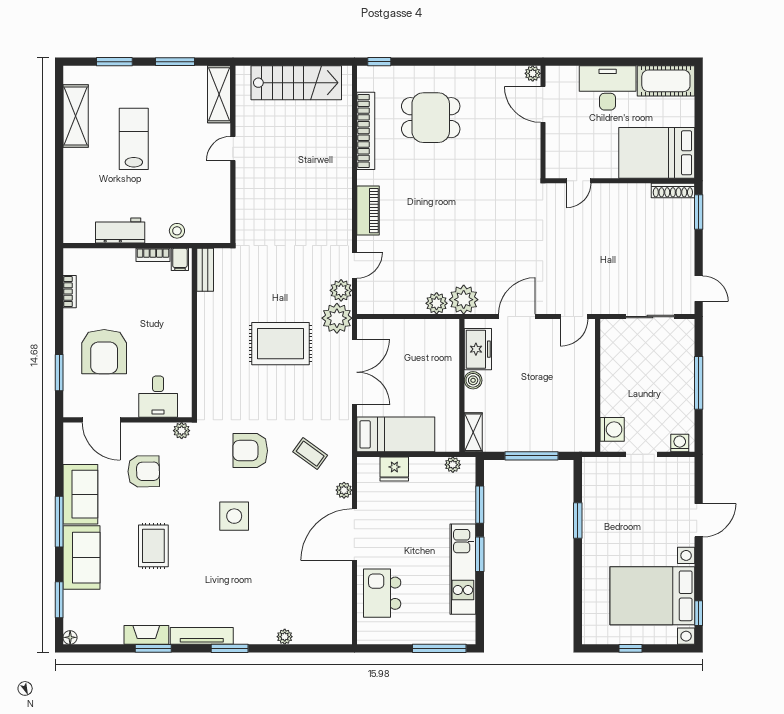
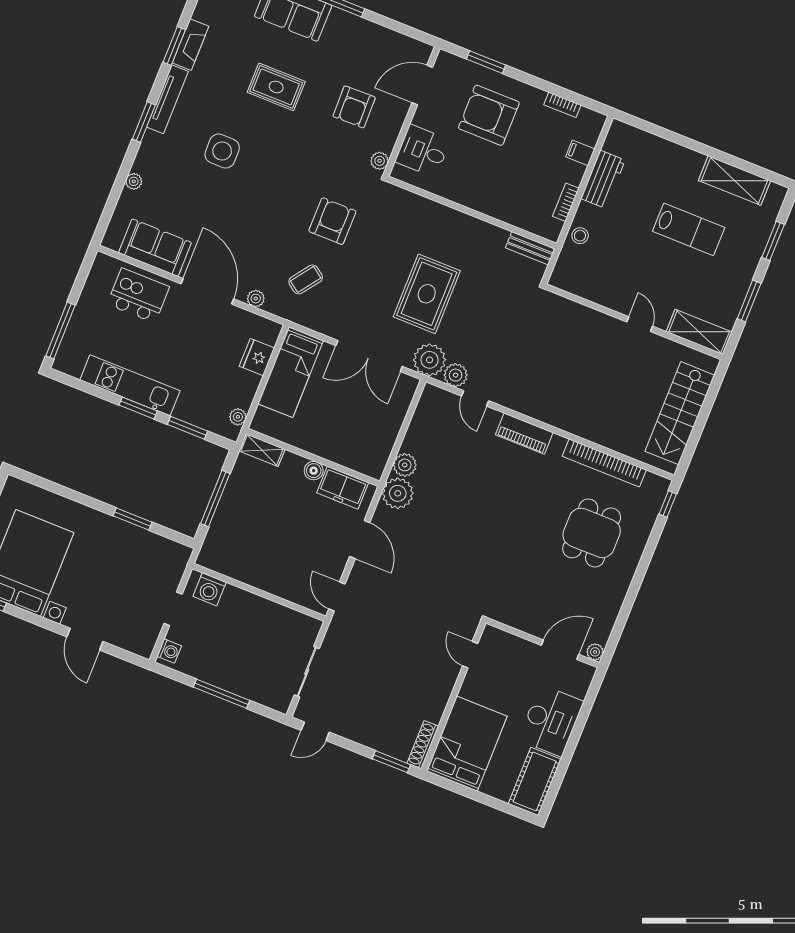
filing cabinet: (180, 259) -> (580, 153), moved
sofa: (80, 494) -> (155, 248), moved, turned 180
side table: (234, 516) -> (222, 151), moved

